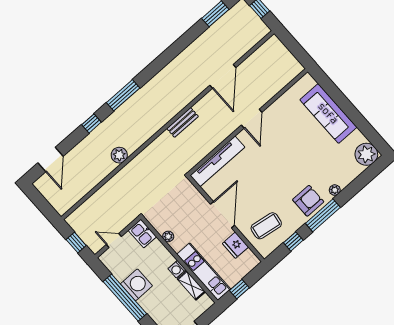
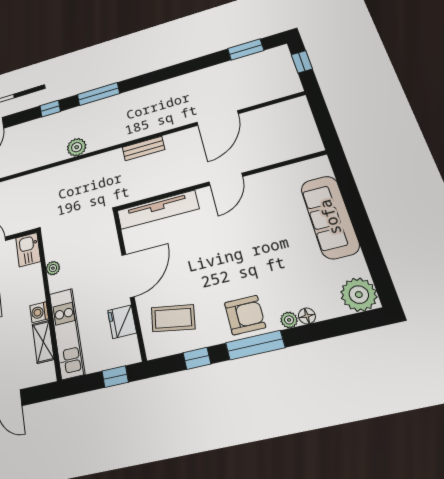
plant: (119, 155) -> (77, 147), moved
floor lamp: (344, 182) -> (307, 316), added
window: (239, 289) -> (115, 377), moved

